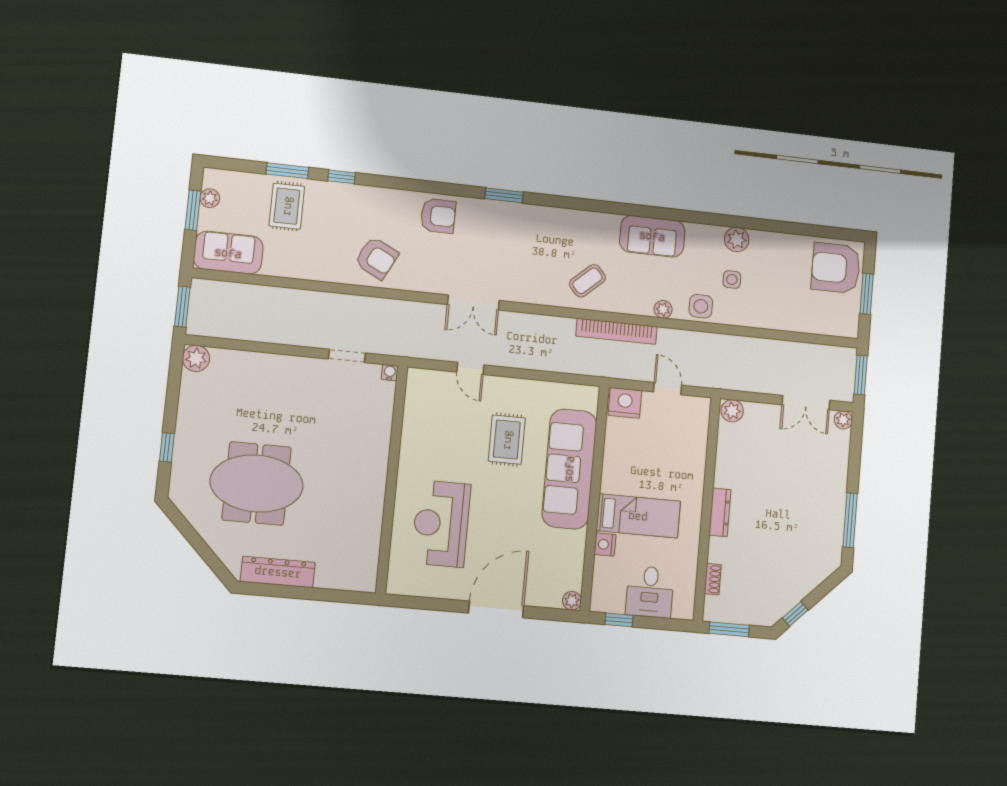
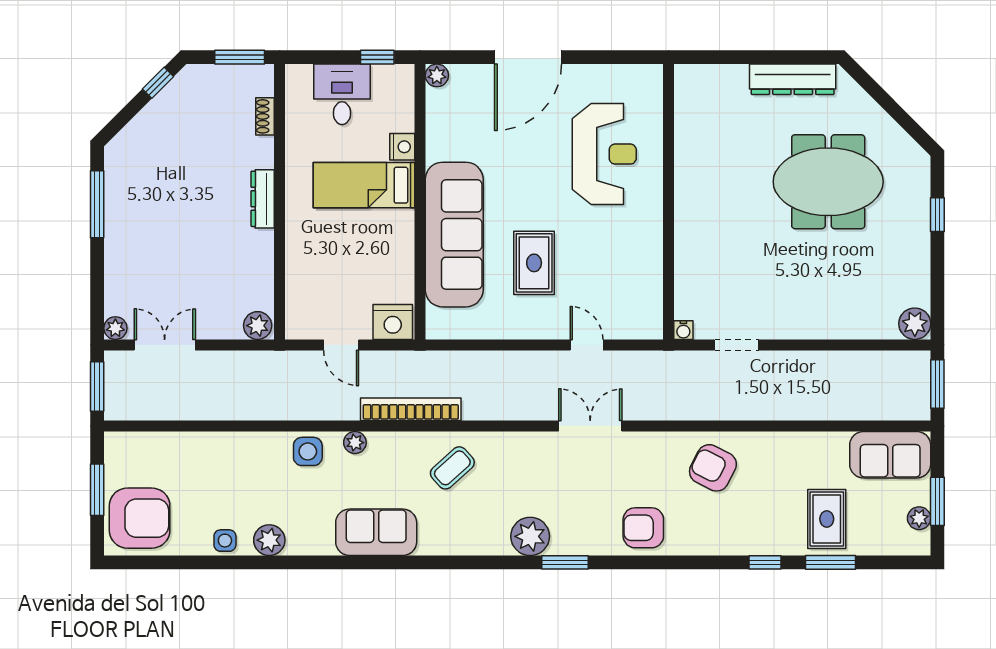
plant: (530, 219) -> (530, 536), added
side table: (732, 279) -> (225, 541), moved

